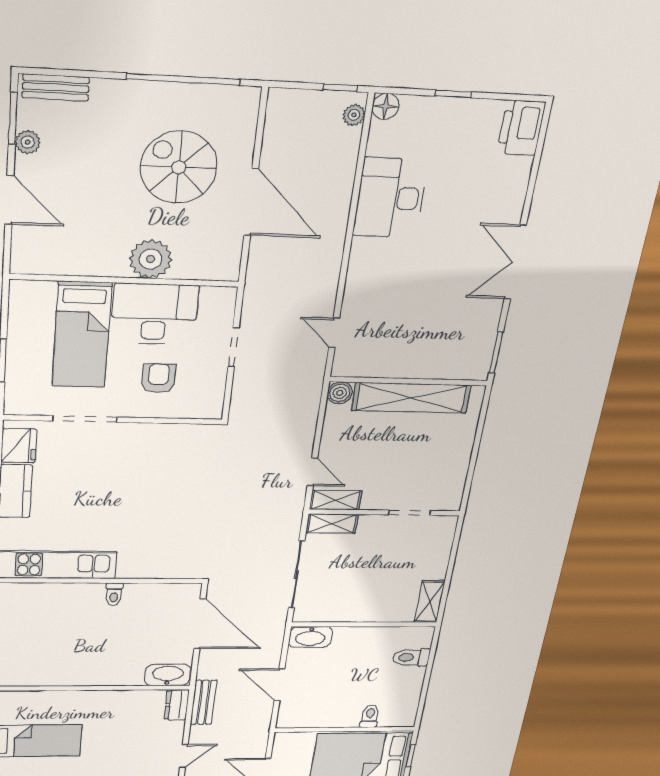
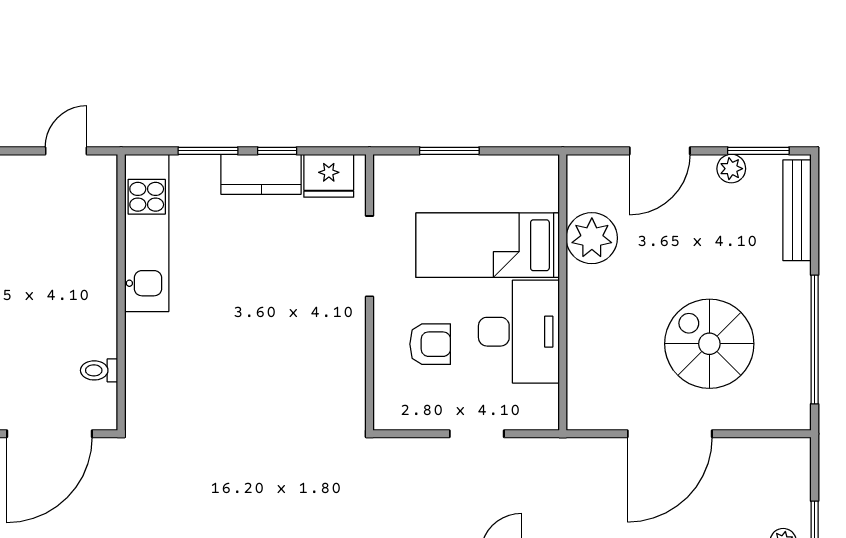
bench: (56, 88) -> (797, 210), width x1.36
spiral stairs: (179, 167) -> (709, 344), turned -90
plant: (151, 259) -> (592, 238), moved
toilet: (114, 594) -> (99, 370), moved

